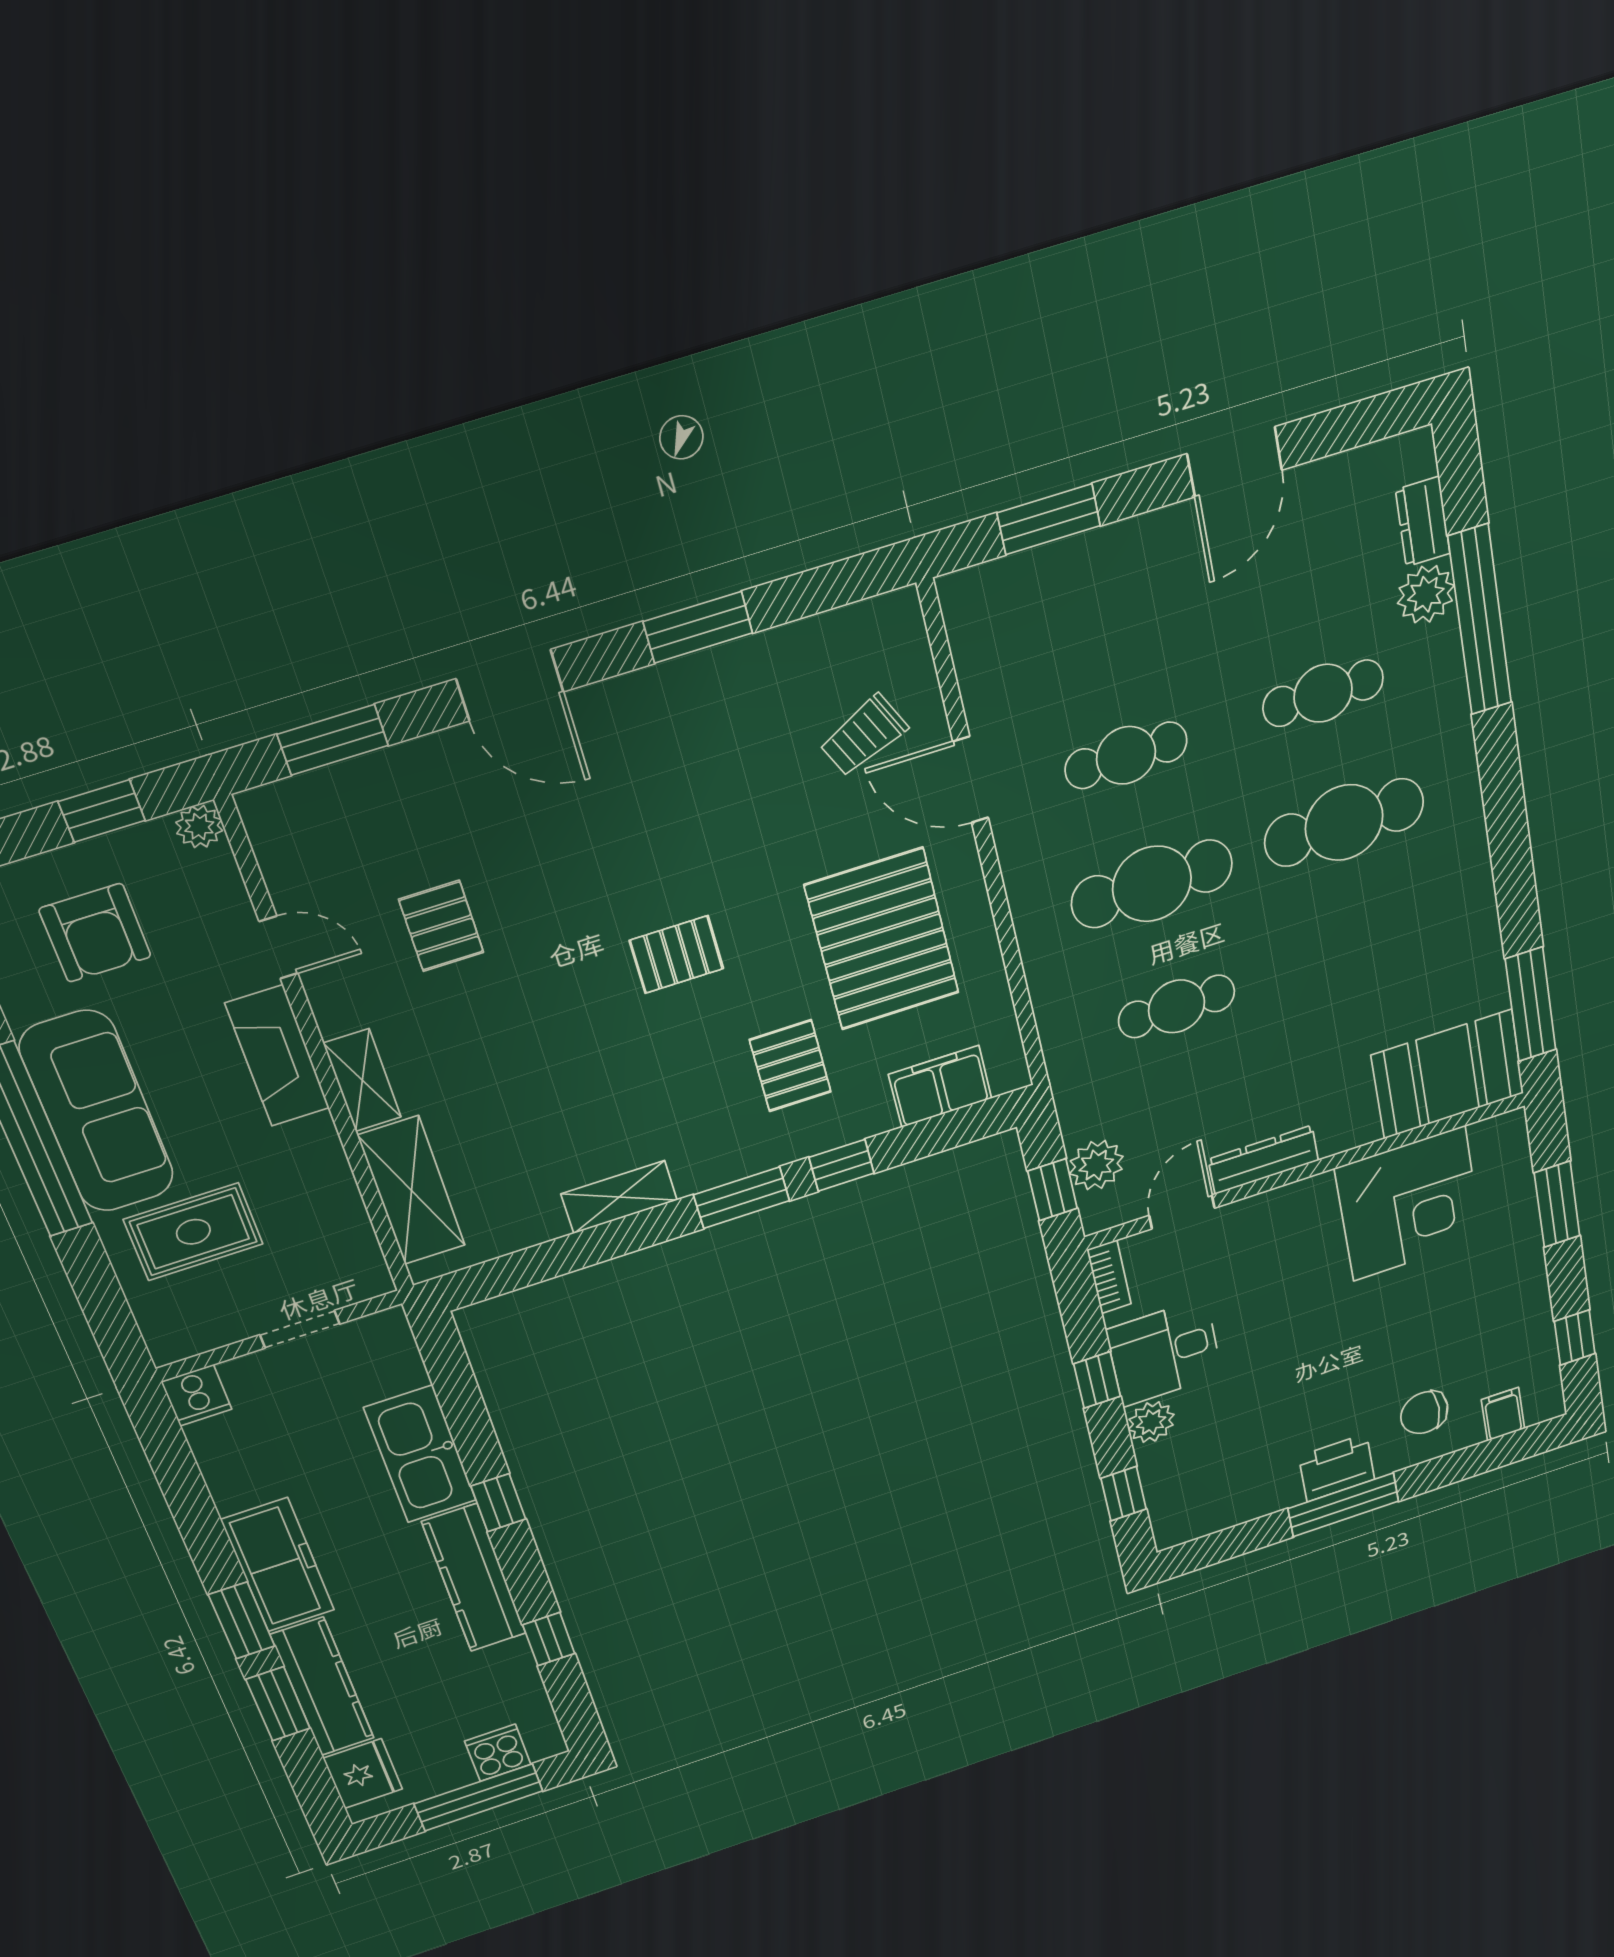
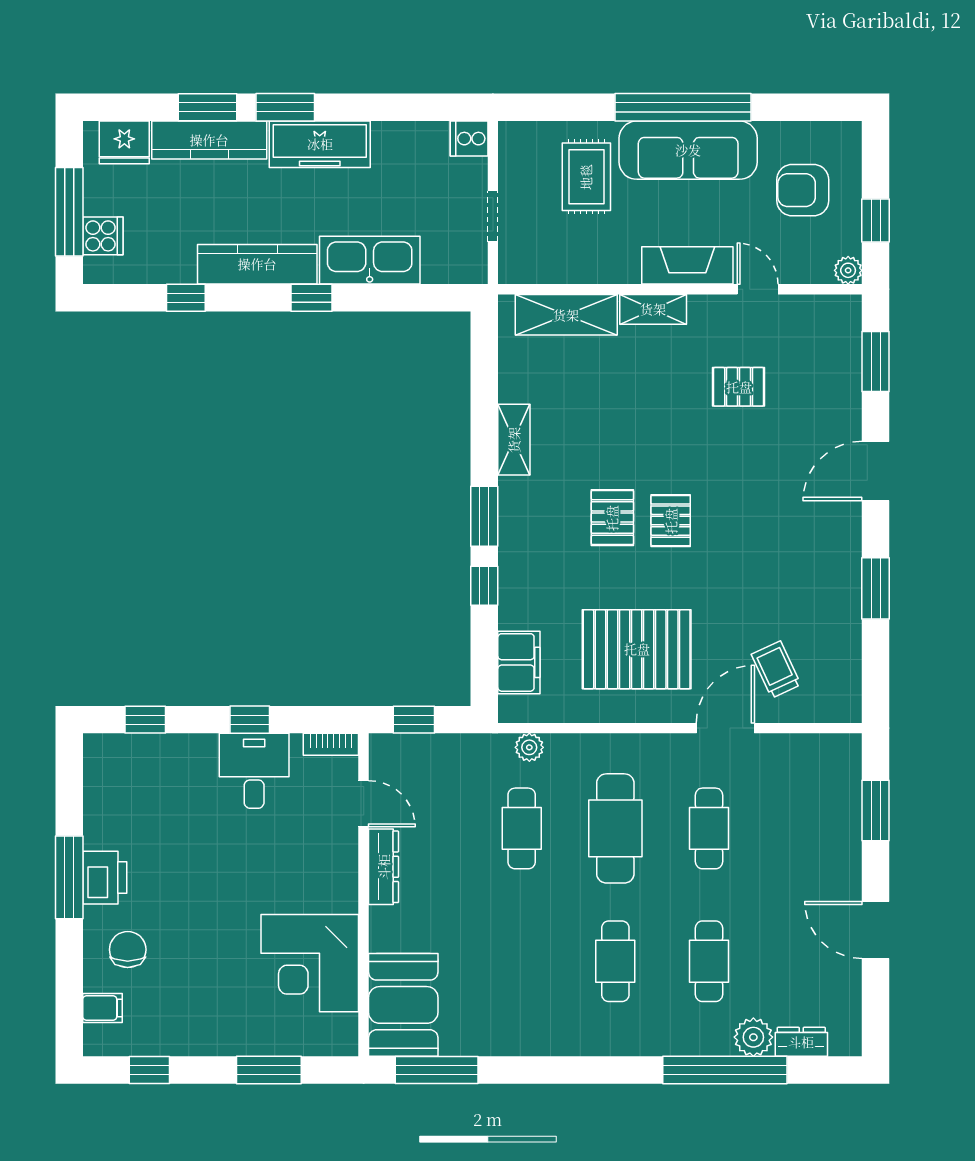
cafe table: (1344, 823) -> (615, 961), width x0.73, depth x0.74
door: (279, 947) -> (758, 289), swing flipped
pallet: (790, 1066) -> (612, 518), moved, turned 90
plant: (1096, 1165) -> (529, 747), moved, width x0.73, depth x0.73
plant: (1151, 1422) -> (199, 751), removed

